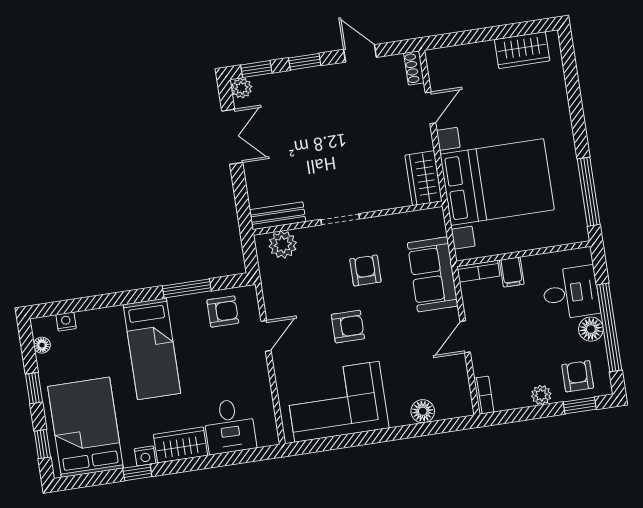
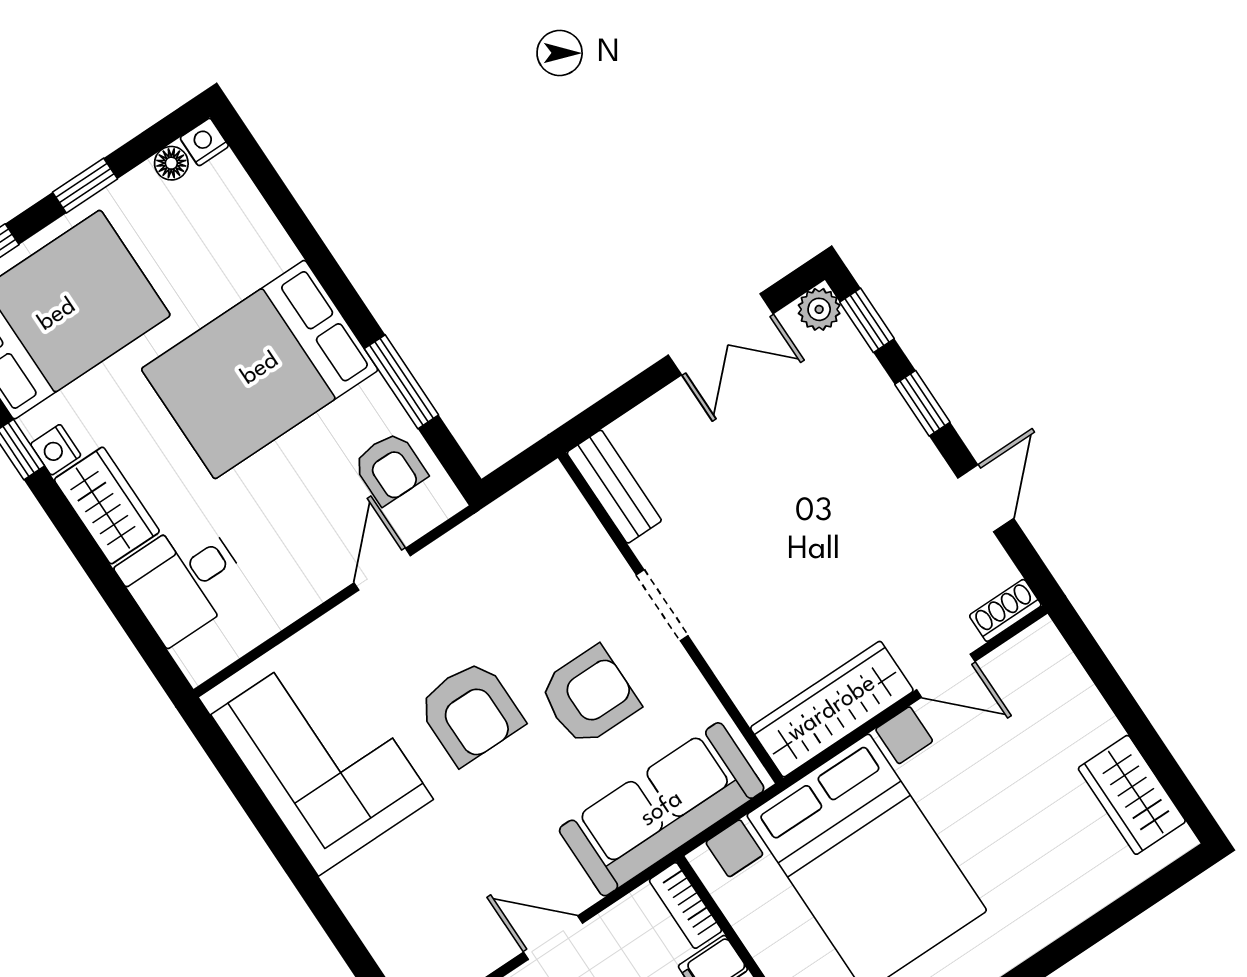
wardrobe: (424, 178) -> (832, 709), width x1.50
plant: (283, 245) -> (565, 521), removed
armchair: (365, 270) -> (589, 696), width x1.38, depth x1.38
sofa: (433, 274) -> (662, 809), width x1.36
nightstand: (66, 322) -> (204, 142), moved, turned -90
armchair: (348, 327) -> (470, 712), width x1.38, depth x1.38
door: (266, 336) -> (382, 569), swing flipped
bed: (152, 349) -> (260, 369), width x1.50
floor lamp: (423, 411) -> (379, 924), removed

